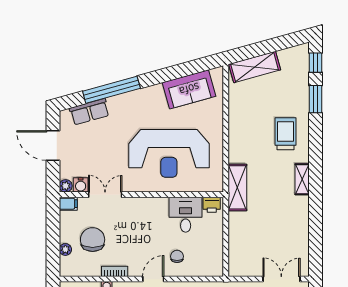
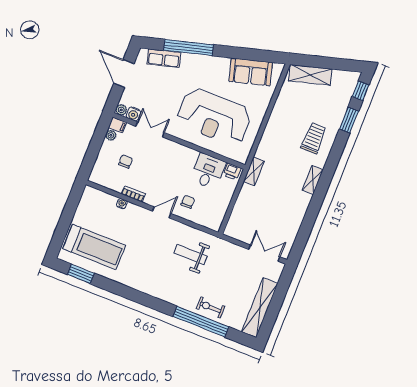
shelving: (237, 187) -> (254, 171), width x0.67, depth x0.75
chair: (93, 240) -> (126, 161), width x0.54, depth x0.54
plant: (65, 249) -> (111, 135), moved

